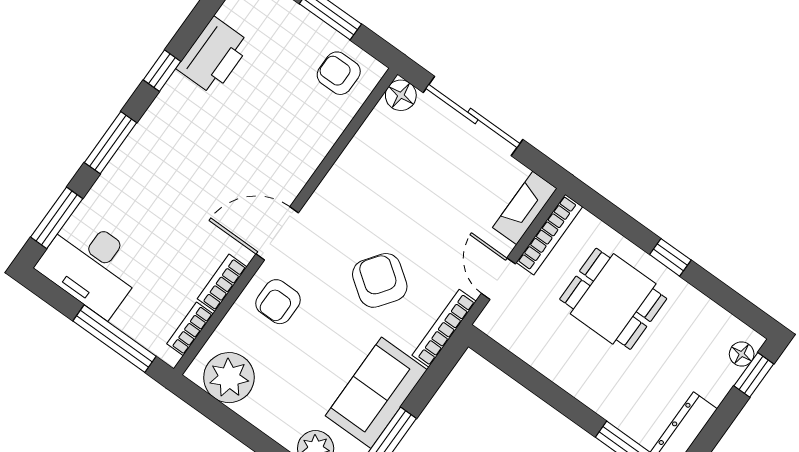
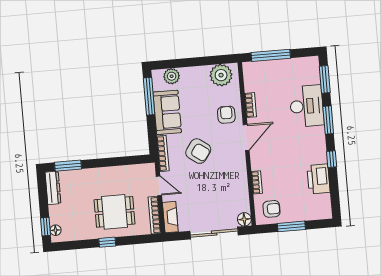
desk: (91, 265) -> (307, 106), moved, turned 90
bookcase: (190, 329) -> (257, 182), moved

